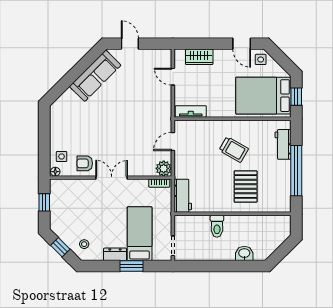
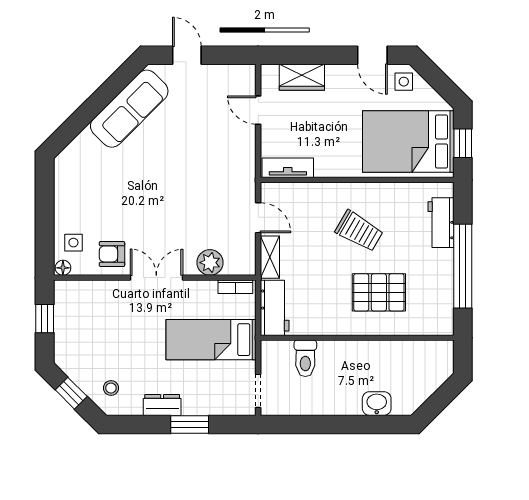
door: (173, 142) -> (258, 218), swing flipped
shelving: (180, 165) -> (270, 257), added
plant: (164, 168) -> (210, 263), moved
pallet: (246, 187) -> (379, 292), turned 90
toilet: (217, 226) -> (305, 358), moved
bed: (140, 234) -> (211, 340), moved, turned -90

